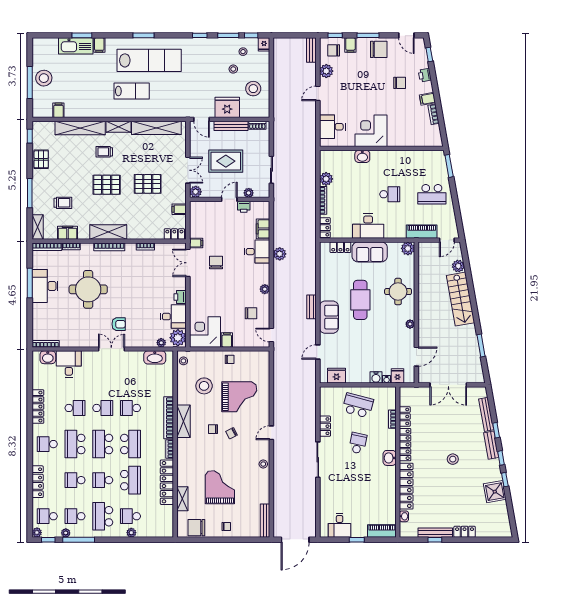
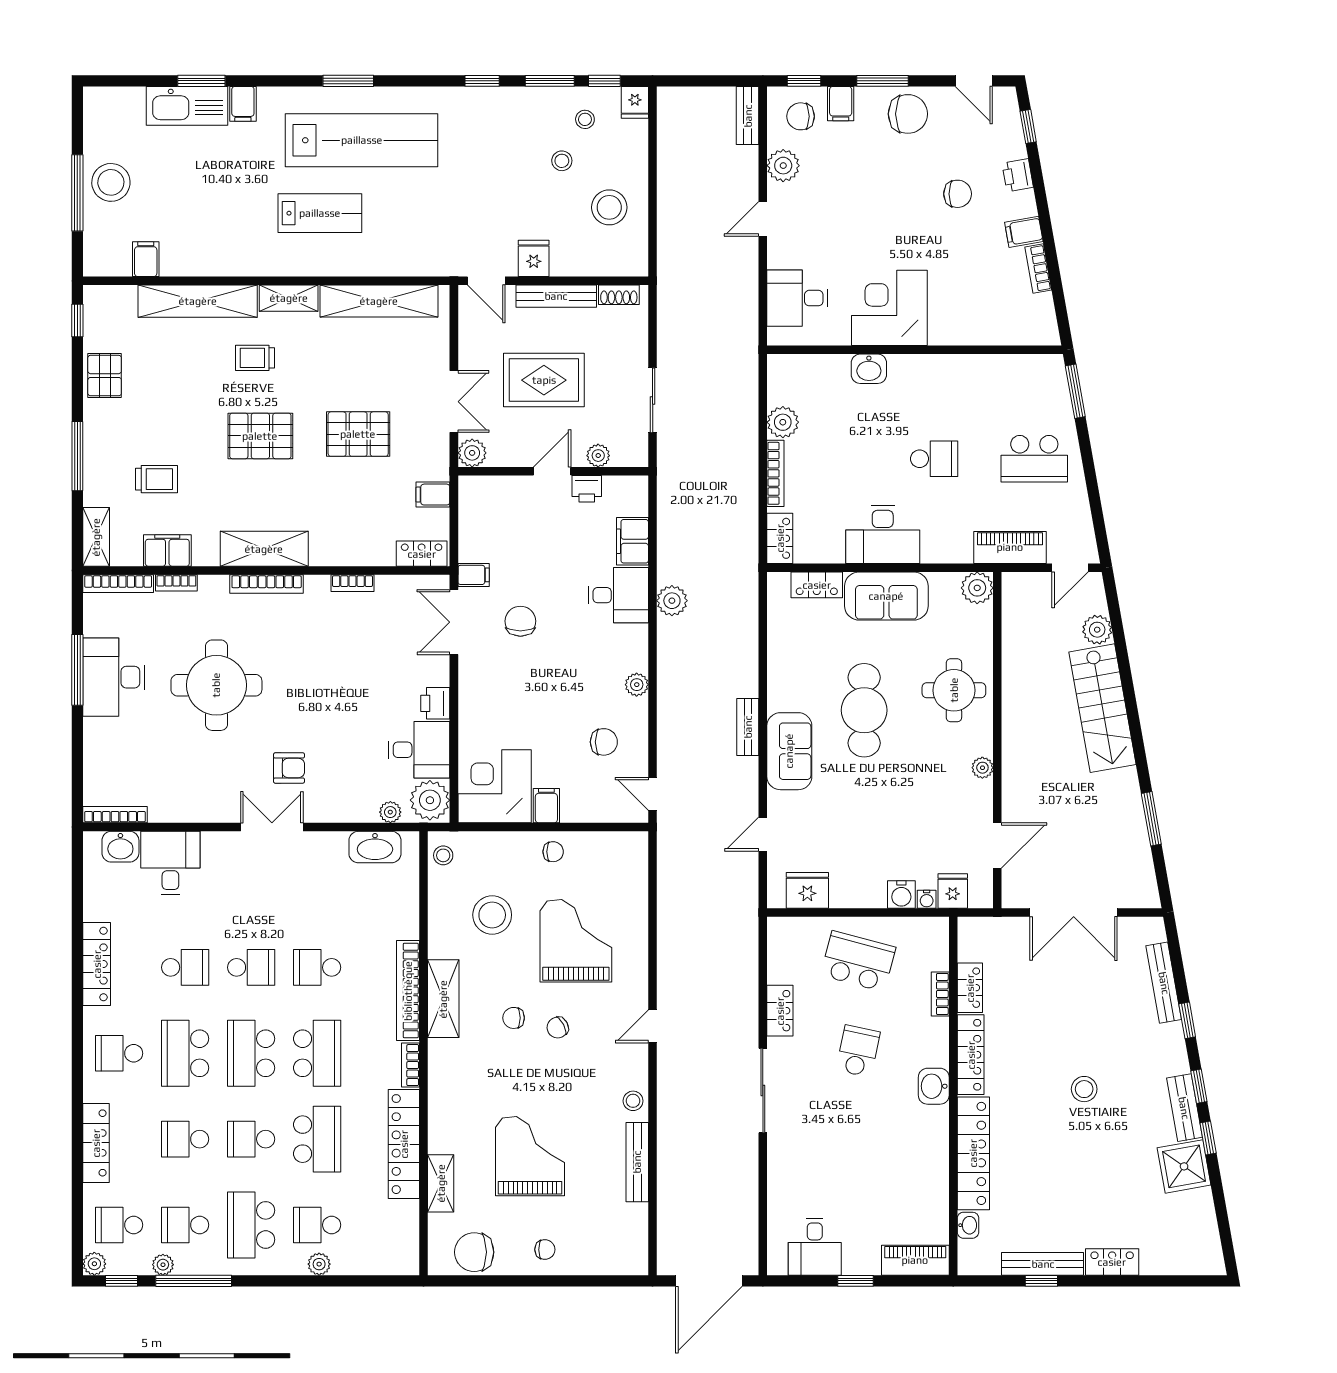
fridge: (227, 107) -> (534, 258), width x0.53, depth x0.75
grand piano: (239, 397) -> (576, 941), turned -90
bench: (491, 445) -> (1184, 1108), moved
bench: (265, 521) -> (637, 1162), moved

